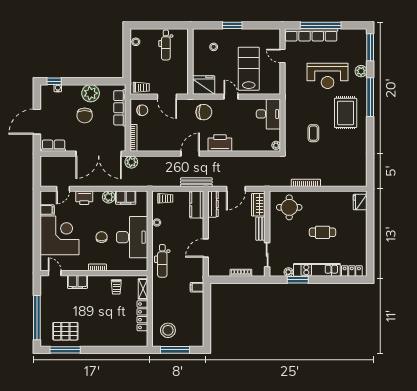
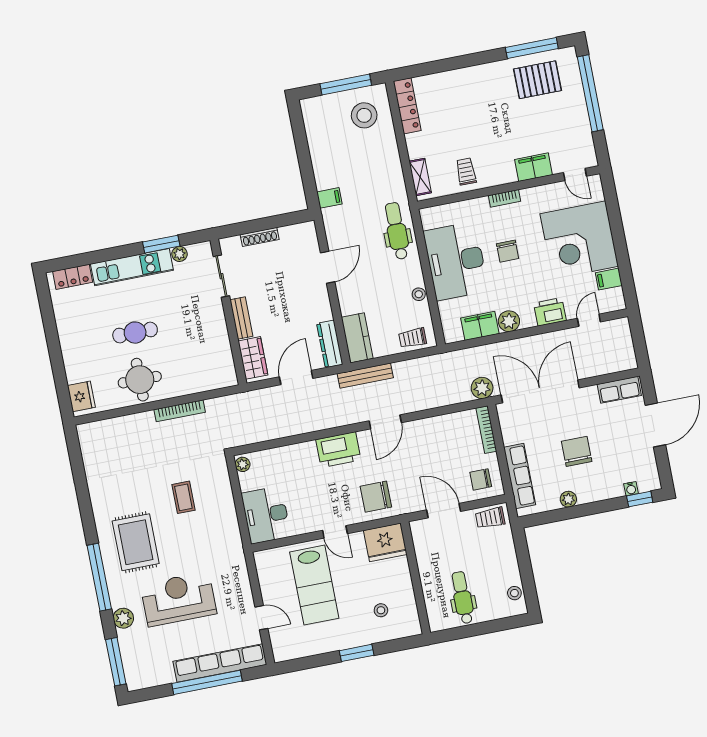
plant: (91, 93) -> (568, 499), width x0.53, depth x0.53
round table: (289, 207) -> (140, 380), moved
locker: (142, 316) -> (407, 106), moved

